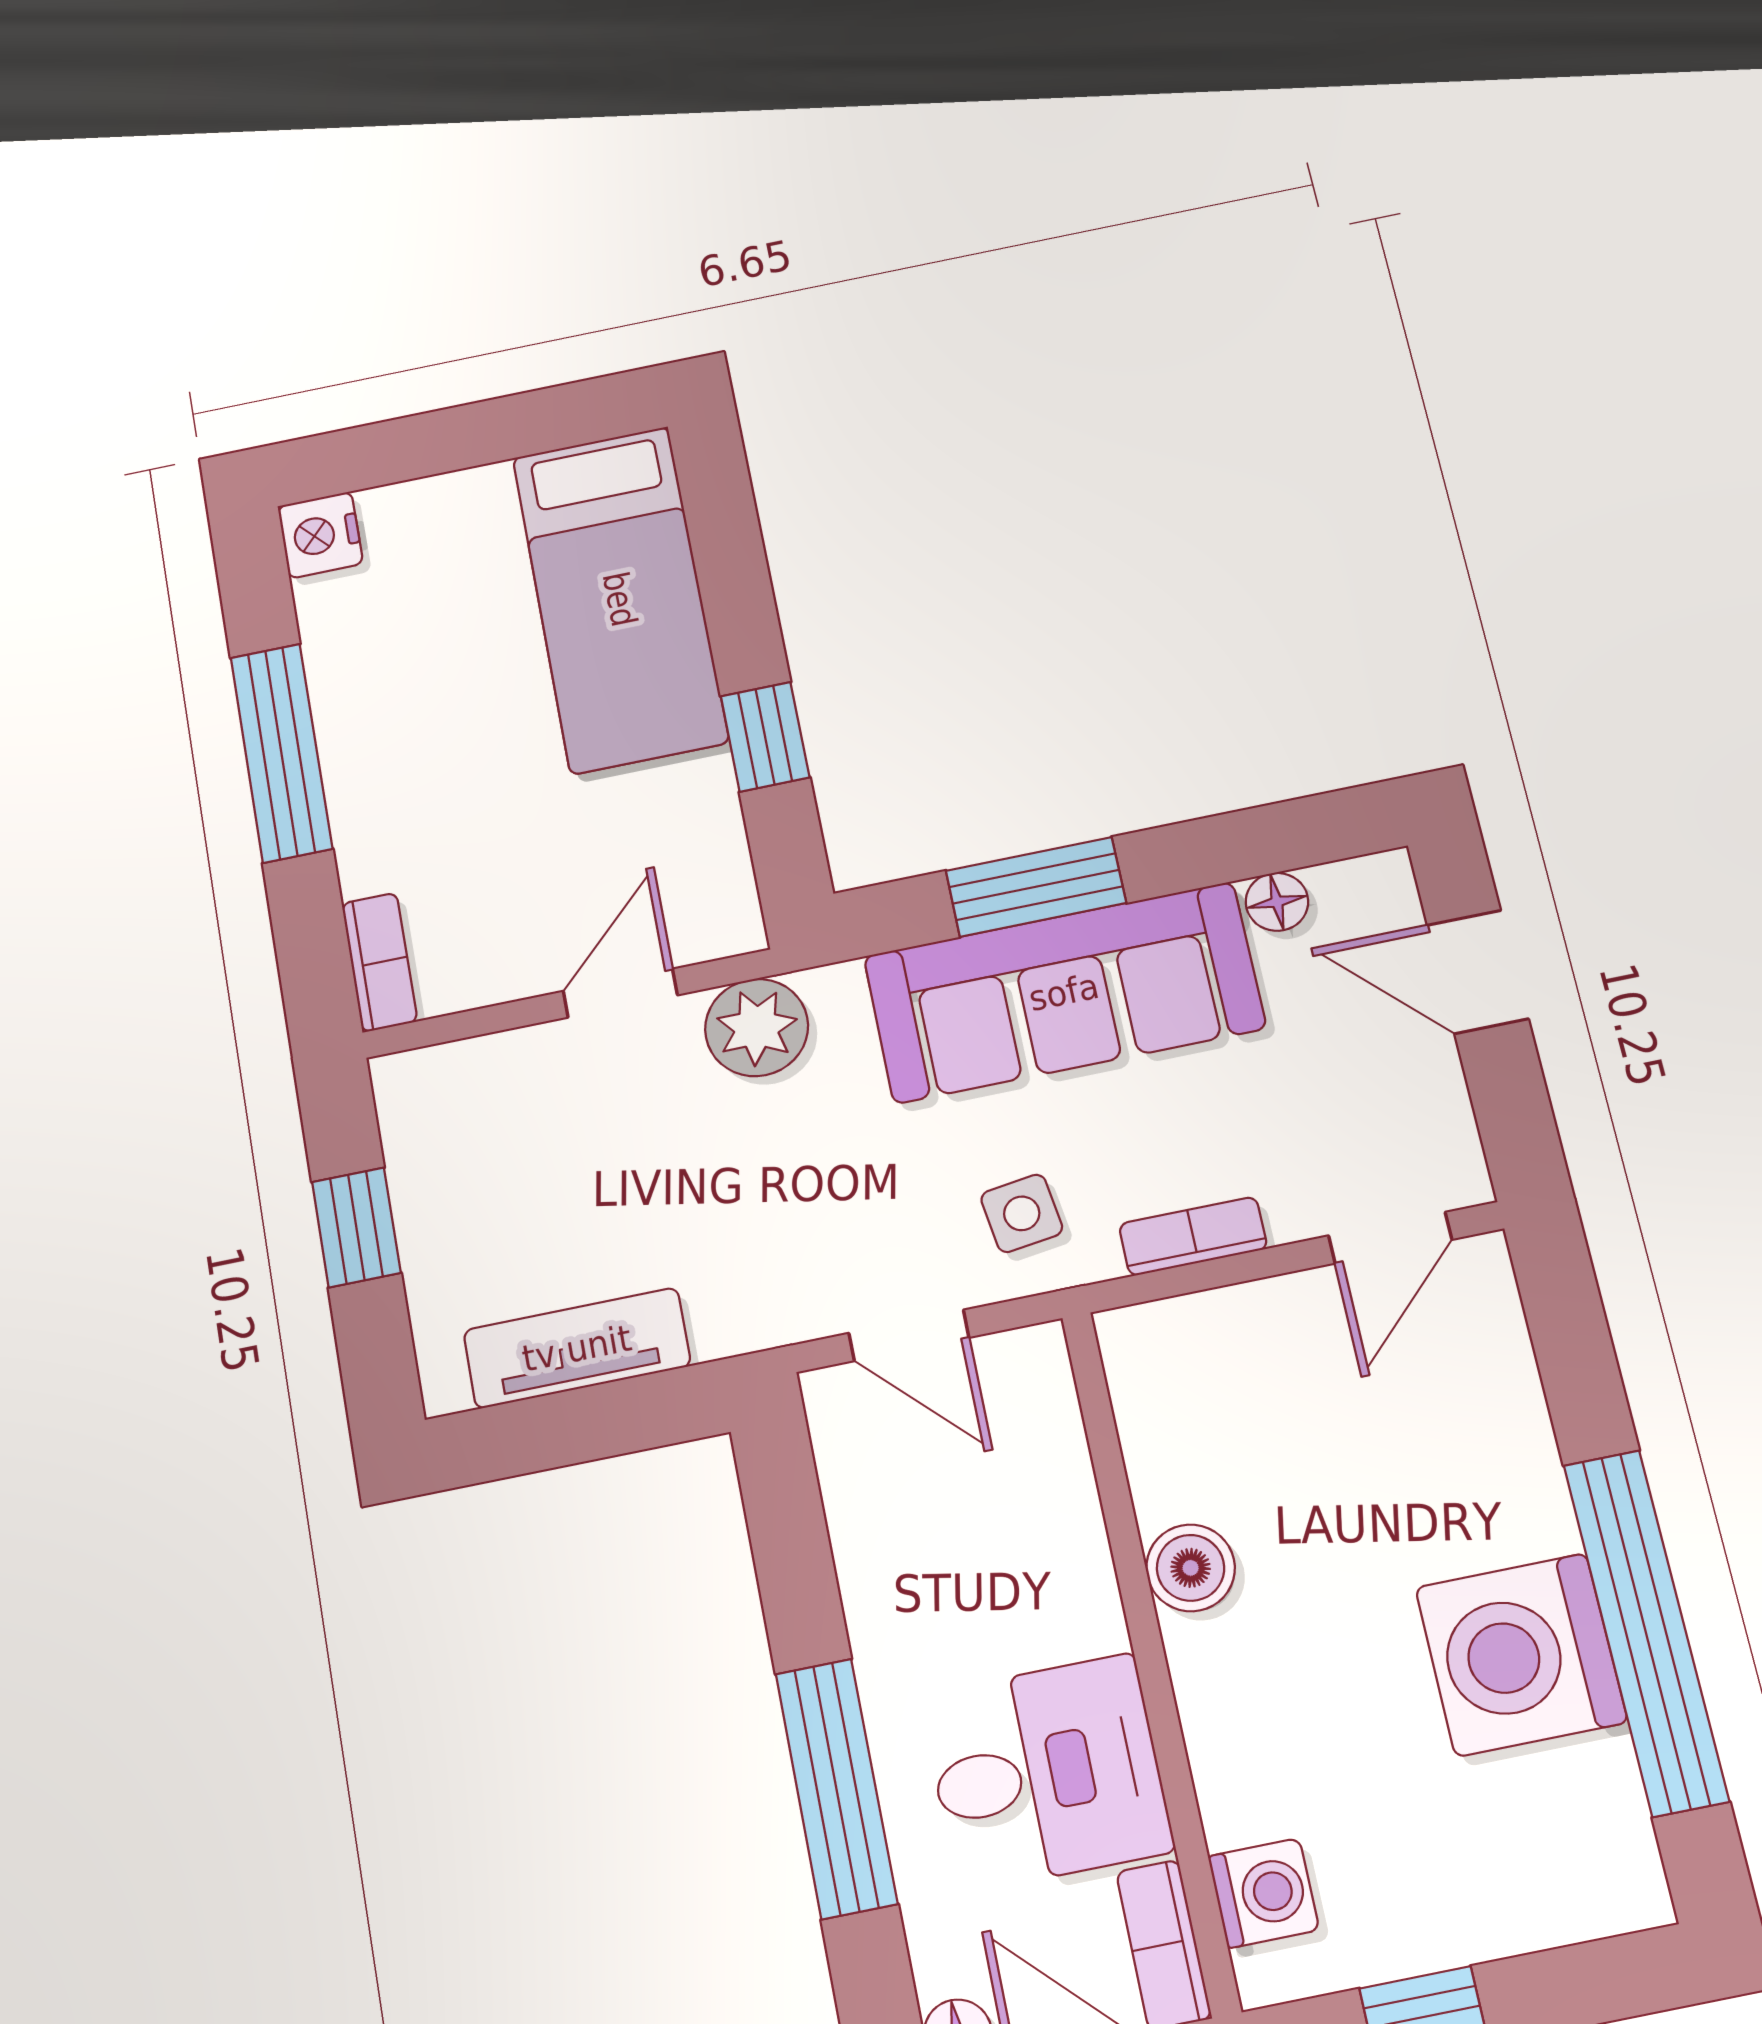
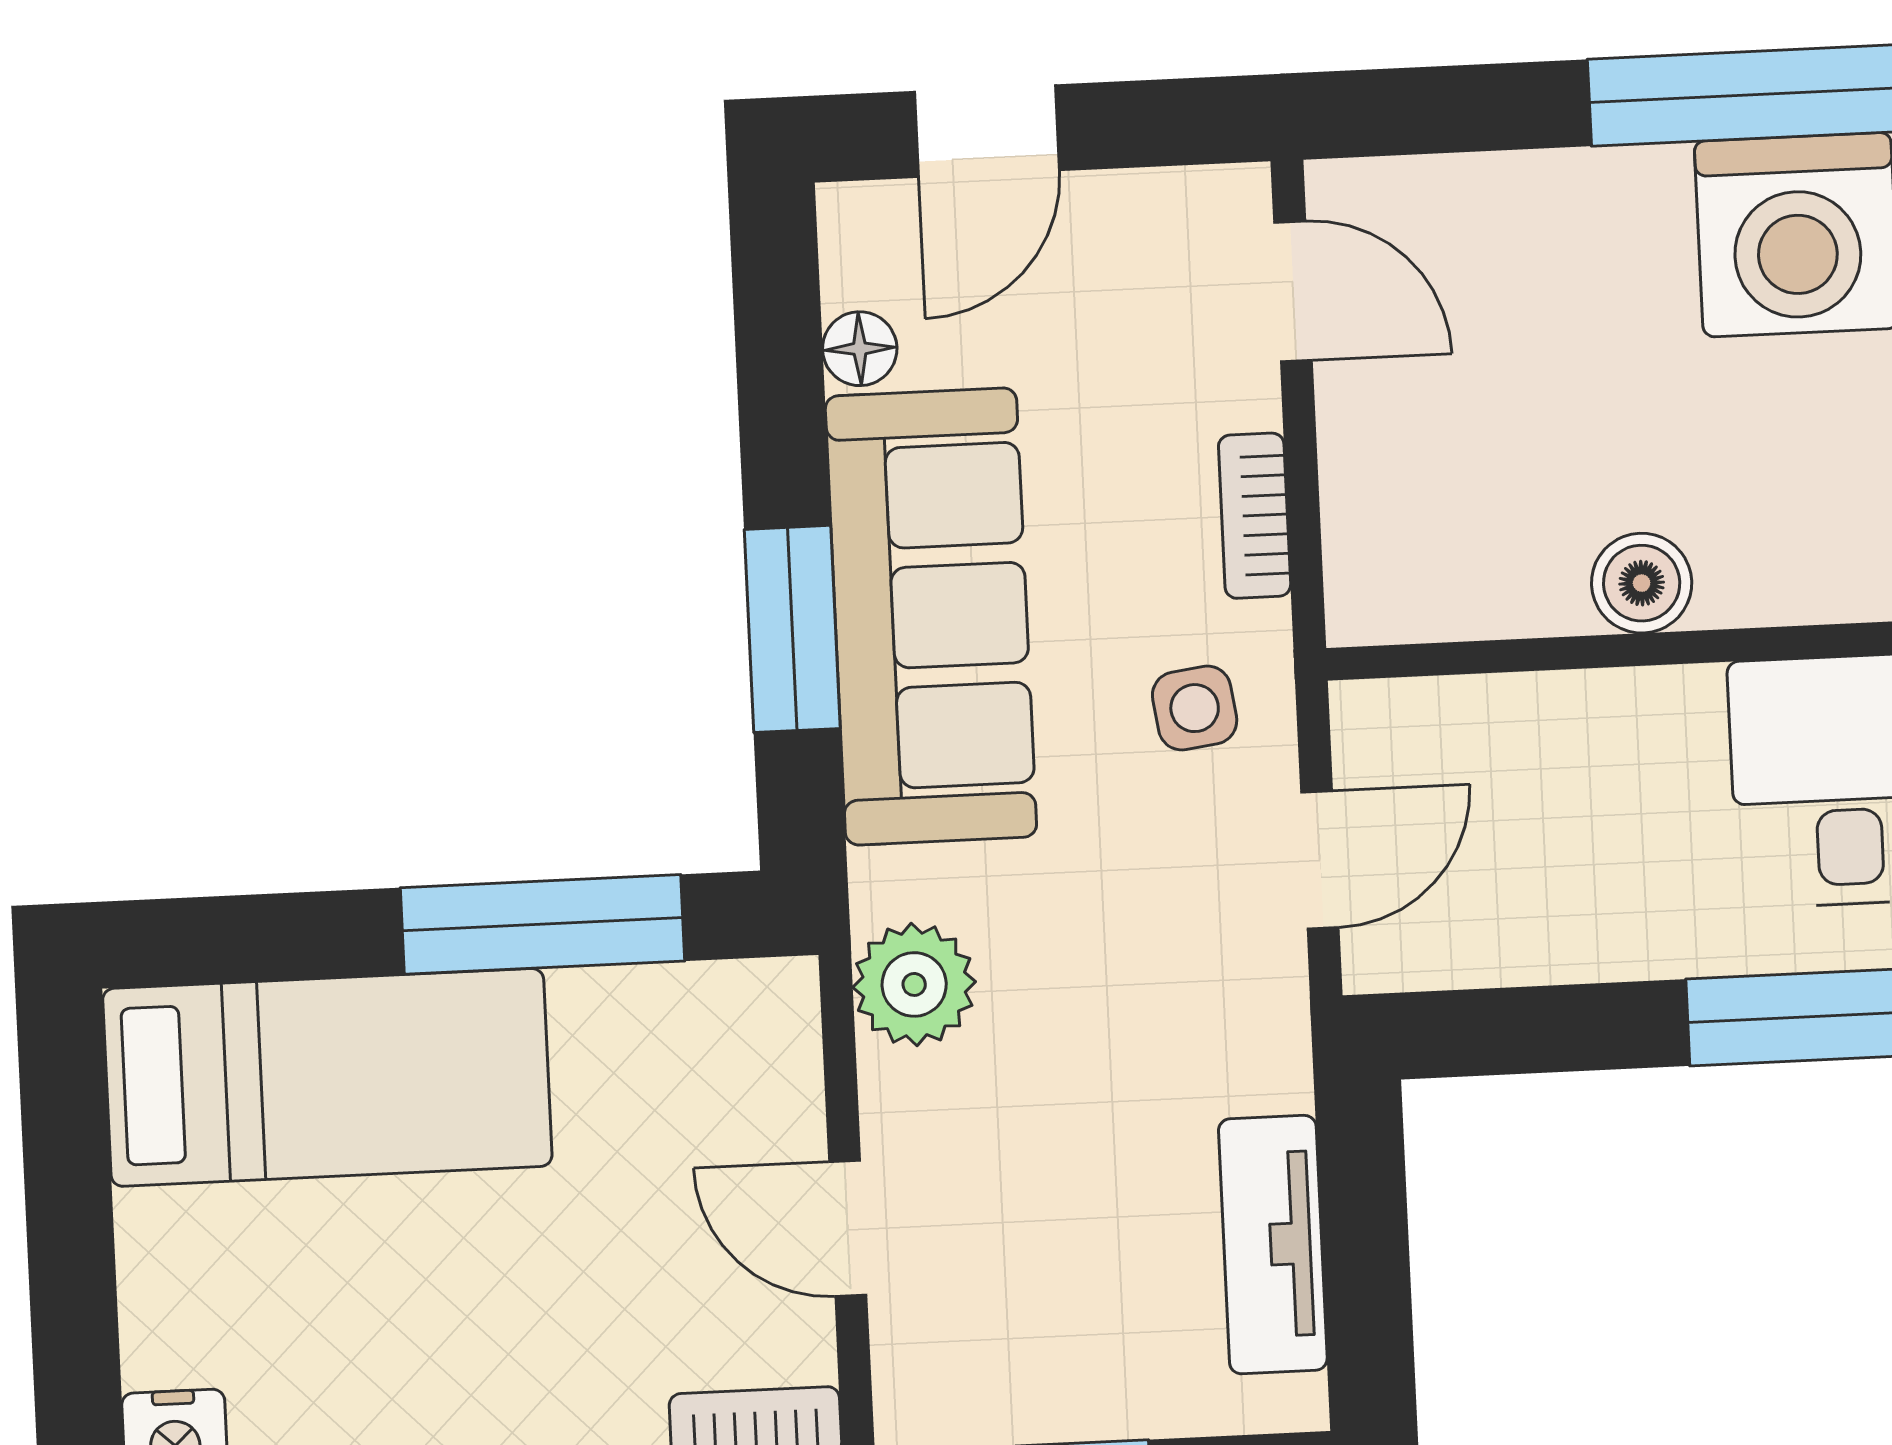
window: (765, 737) -> (543, 924), width x2.17
door: (620, 993) -> (848, 1228), moved

